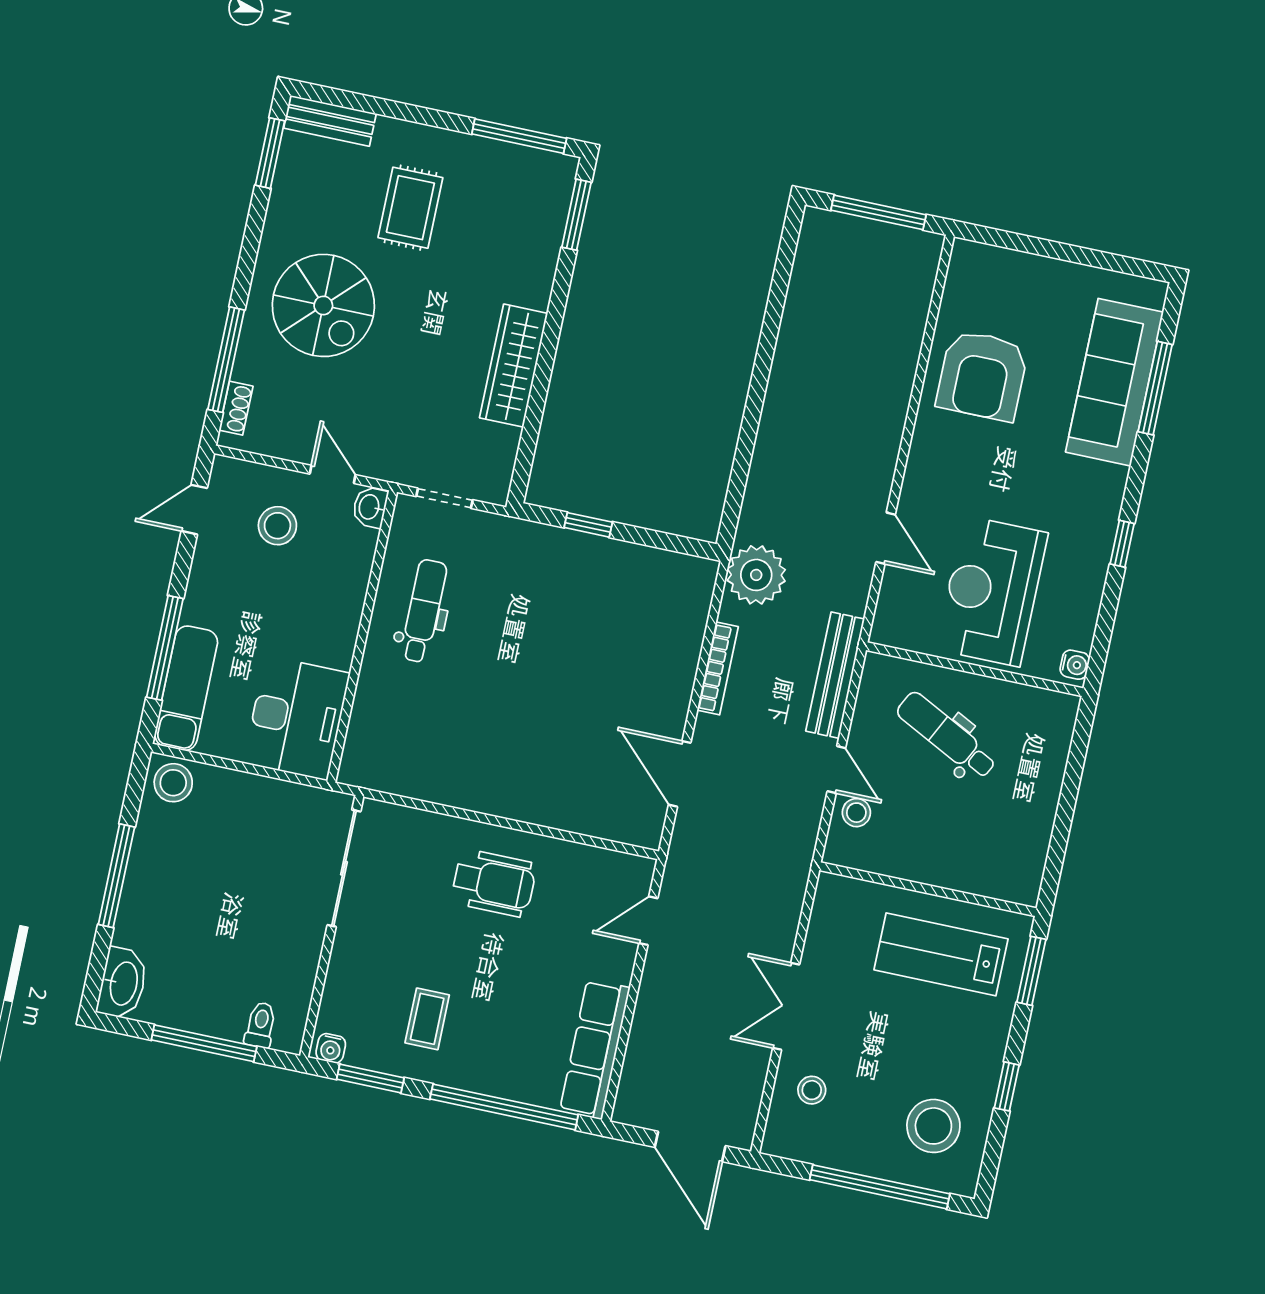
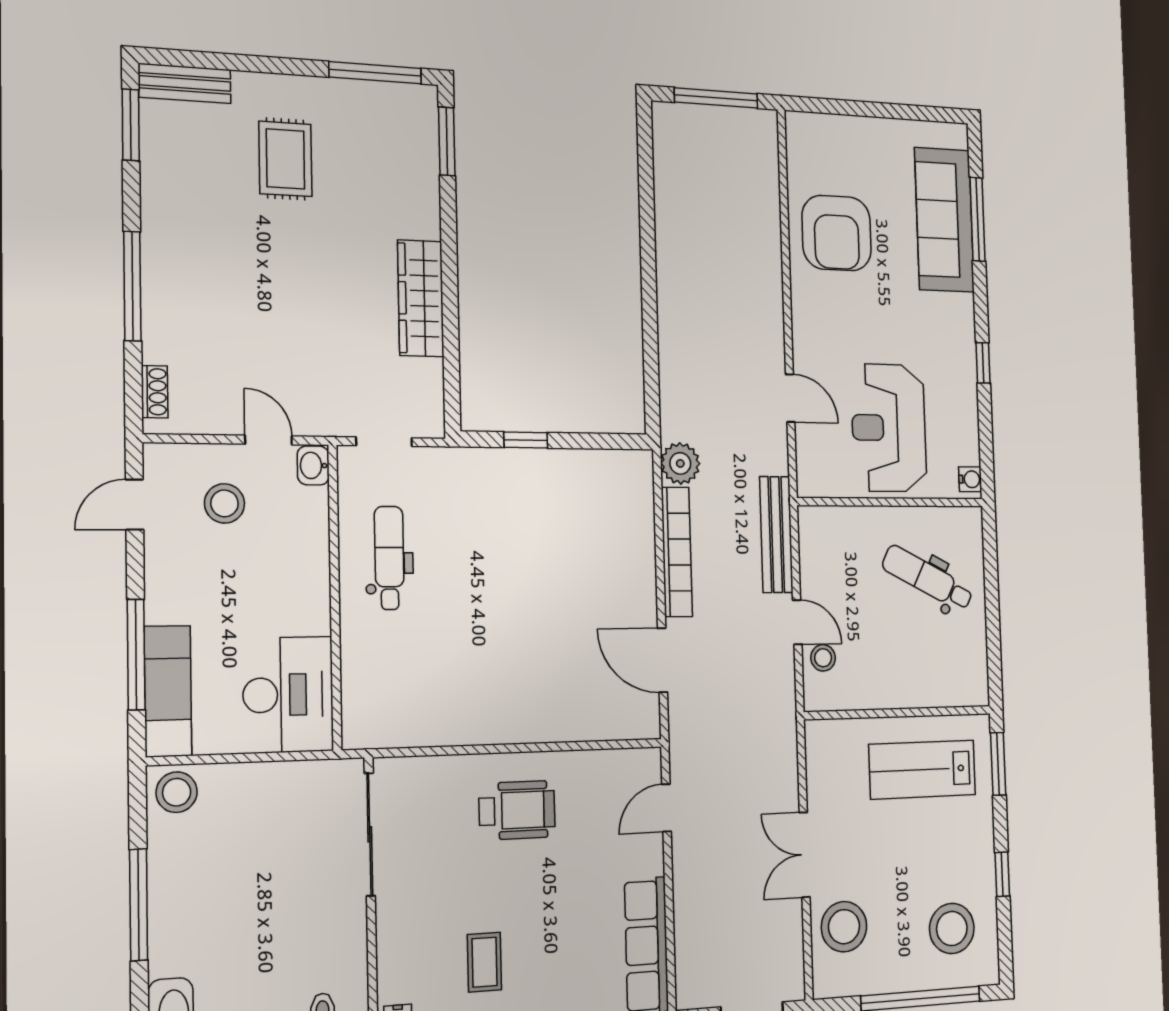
spiral stairs: (323, 305) -> (221, 271), removed
window: (226, 360) -> (132, 286), moved
plant: (756, 575) -> (680, 463), width x0.73, depth x0.73
bookcase: (718, 668) -> (677, 552), width x1.48, depth x1.31
dental chair: (947, 736) -> (928, 578), moved
stool: (812, 1090) -> (844, 927), width x1.89, depth x1.89

